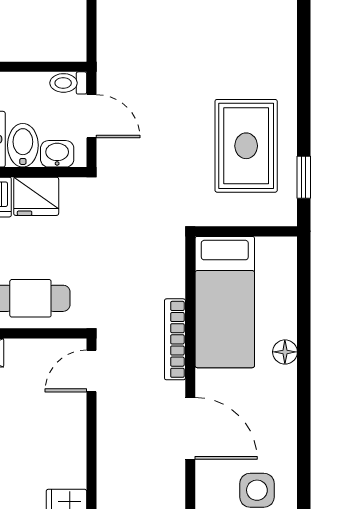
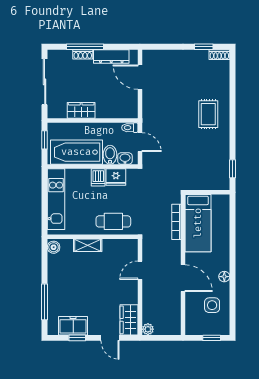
rug: (246, 146) -> (208, 114), moved, width x0.73, depth x0.70
bookcase: (175, 339) -> (176, 222), moved
floor lamp: (285, 352) -> (224, 277), moved
door: (92, 371) -> (140, 270), moved

